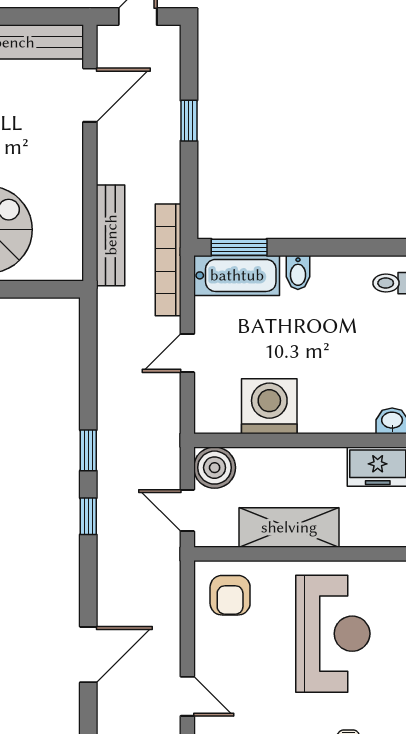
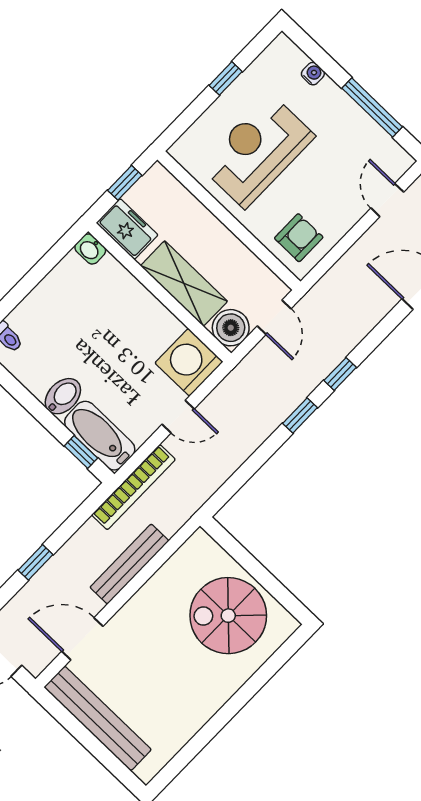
bench: (111, 235) -> (129, 564), moved
window: (239, 247) -> (81, 452), width x0.67
bidet: (298, 272) -> (63, 396), width x1.38, depth x1.36
washing machine: (269, 406) -> (189, 362), moved, turned 90
shelving: (289, 527) -> (184, 284), moved

